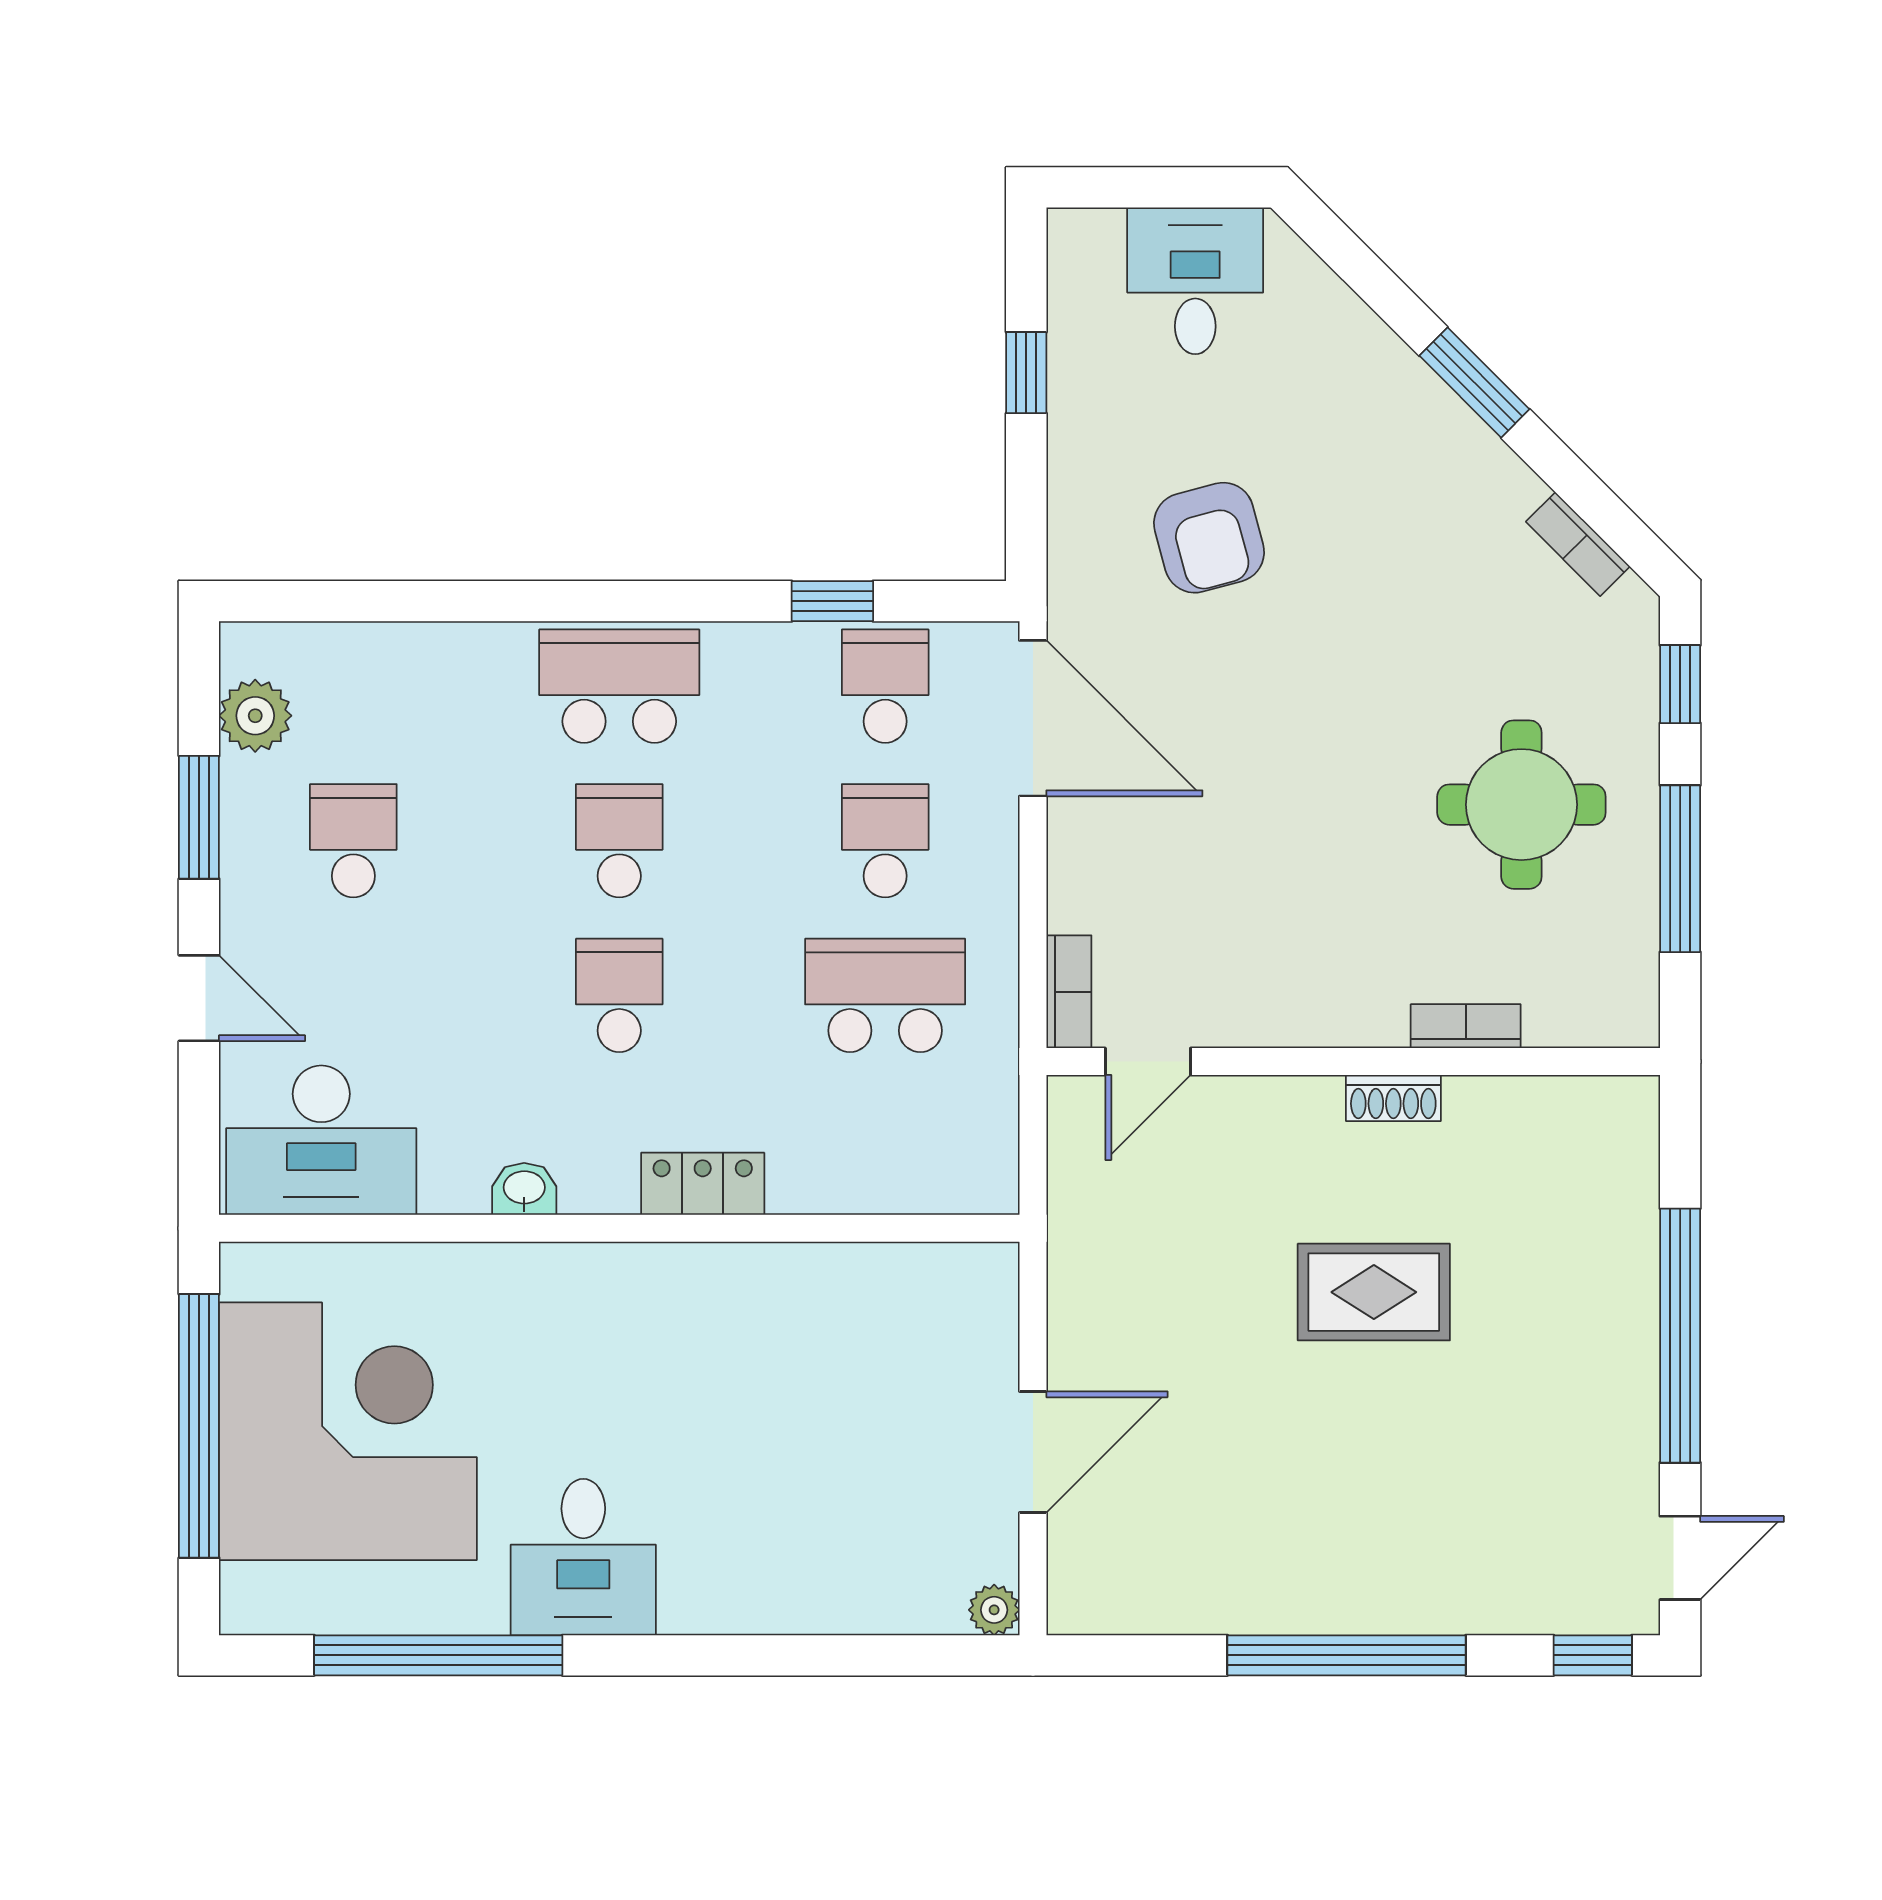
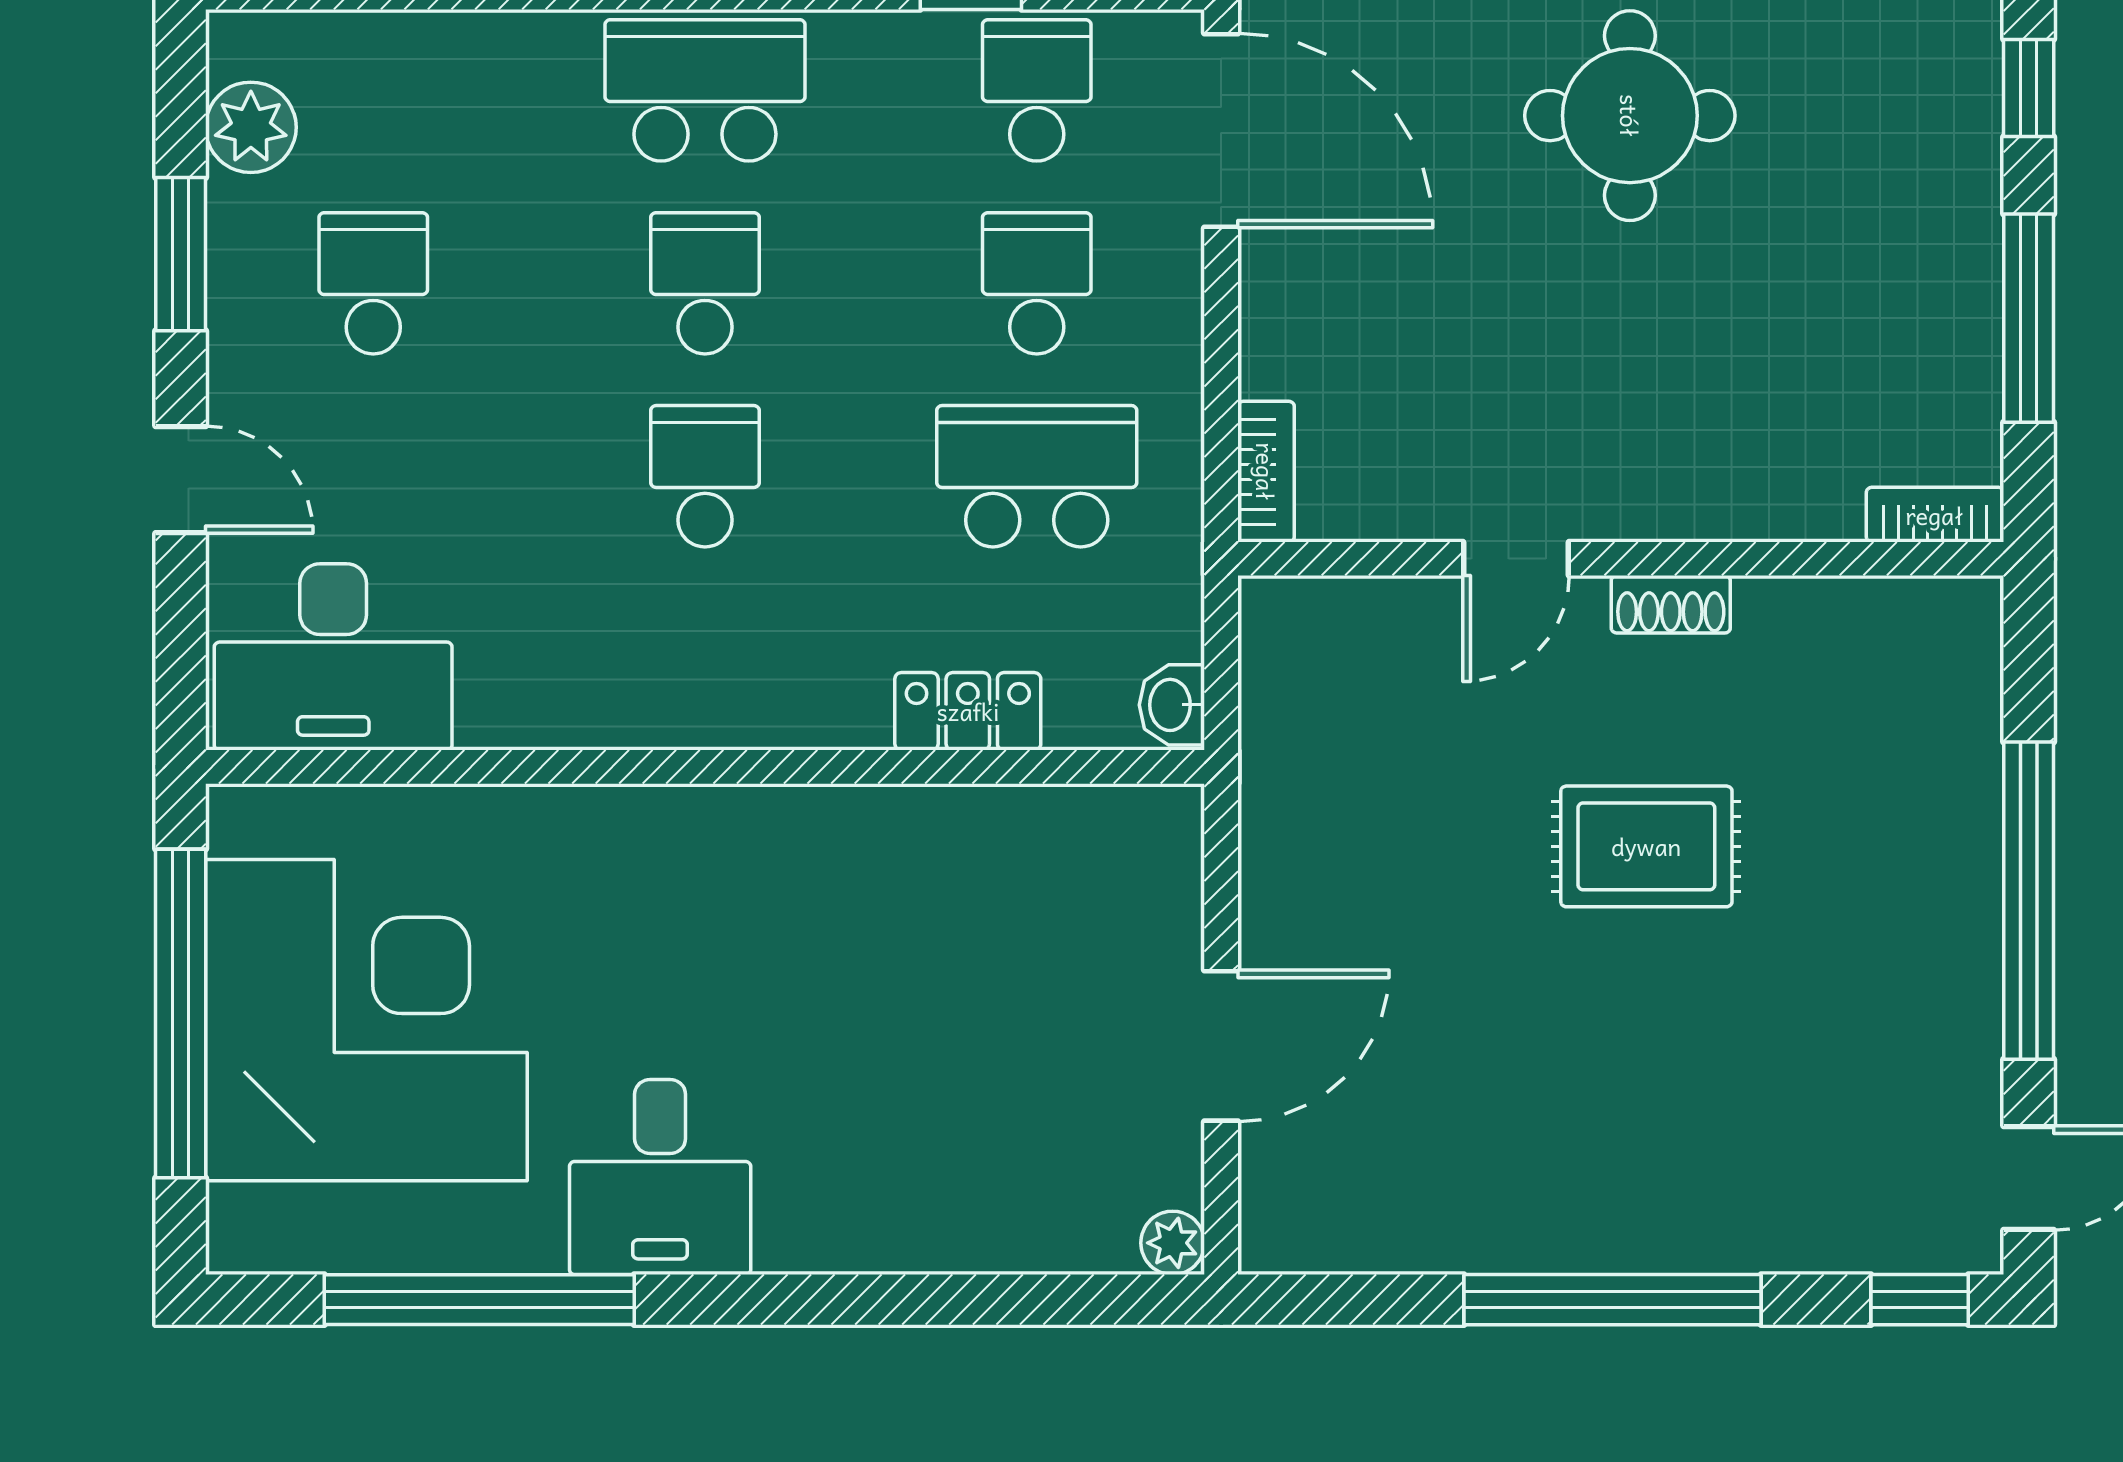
round table: (1521, 805) -> (1630, 116), moved
bookcase: (1466, 1026) -> (1935, 515), moved
door: (1148, 1062) -> (1516, 559), moved
locker: (703, 1184) -> (968, 711), moved
washbasin: (524, 1189) -> (1172, 705), moved, turned -90

